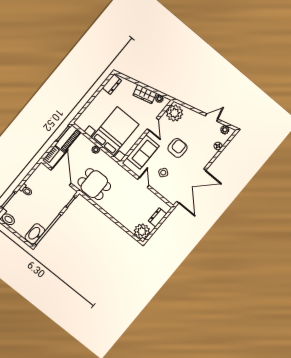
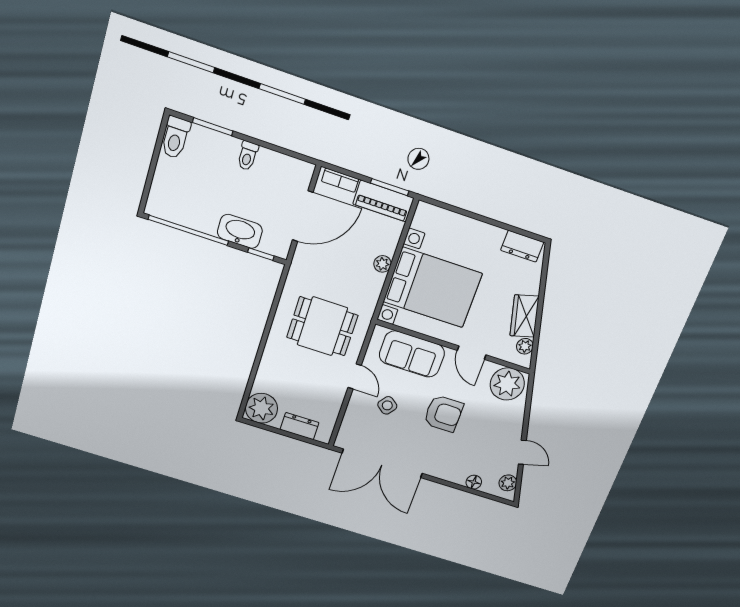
door: (153, 124) -> (472, 353), hinge flipped
door: (143, 182) -> (355, 376), hinge flipped
dining table: (94, 184) -> (322, 326), moved, turned 90
washbasin: (35, 234) -> (240, 231), moved

